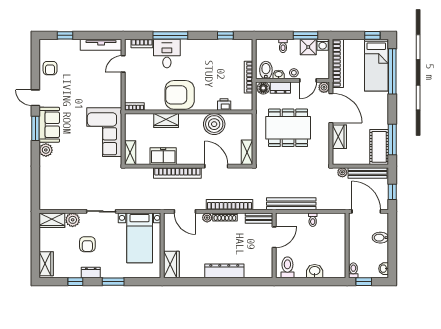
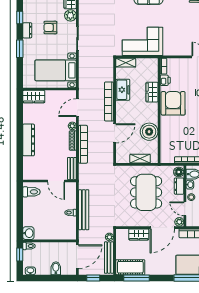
printer: (224, 105) -> (165, 80), moved
shelving: (247, 152) -> (140, 159), moved
bench: (291, 204) -> (84, 210), moved
washbasin: (315, 271) -> (28, 233), moved

